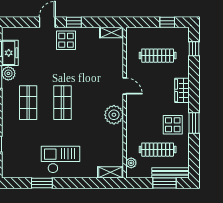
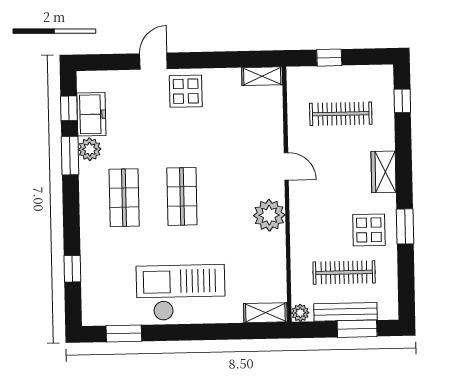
window: (74, 22) -> (198, 60), removed
window: (167, 22) -> (329, 58), moved
checkout: (61, 159) -> (181, 293), width x1.36, depth x1.21
plant: (131, 163) -> (300, 313), moved
bench: (171, 173) -> (346, 312), moved
window: (42, 183) -> (124, 334), moved

